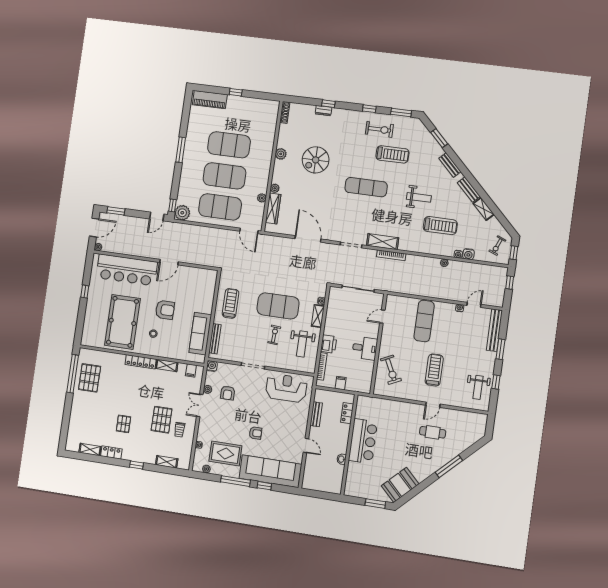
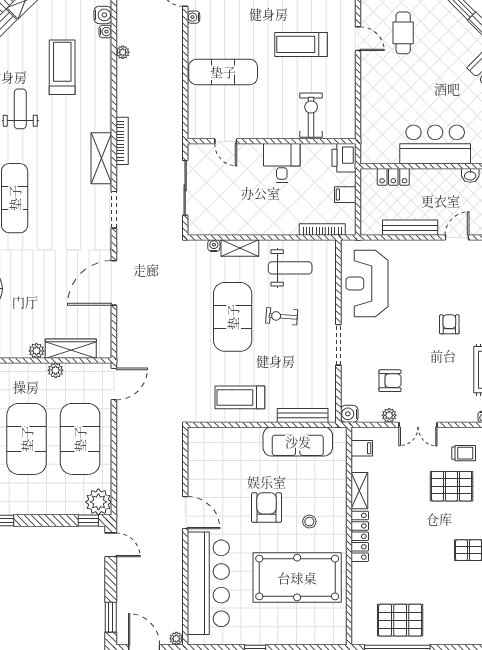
printer: (329, 344) -> (344, 158), moved, turned -90
exercise bike: (391, 370) -> (311, 115), turned -64
bench: (316, 414) -> (410, 228), width x1.36

